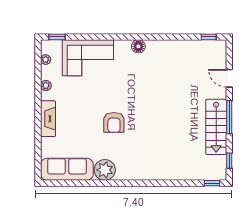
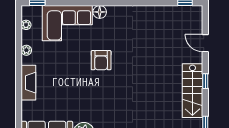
floor lamp: (138, 46) -> (100, 12), moved
window: (229, 117) -> (205, 81), width x0.46
armchair: (114, 122) -> (101, 60), moved

